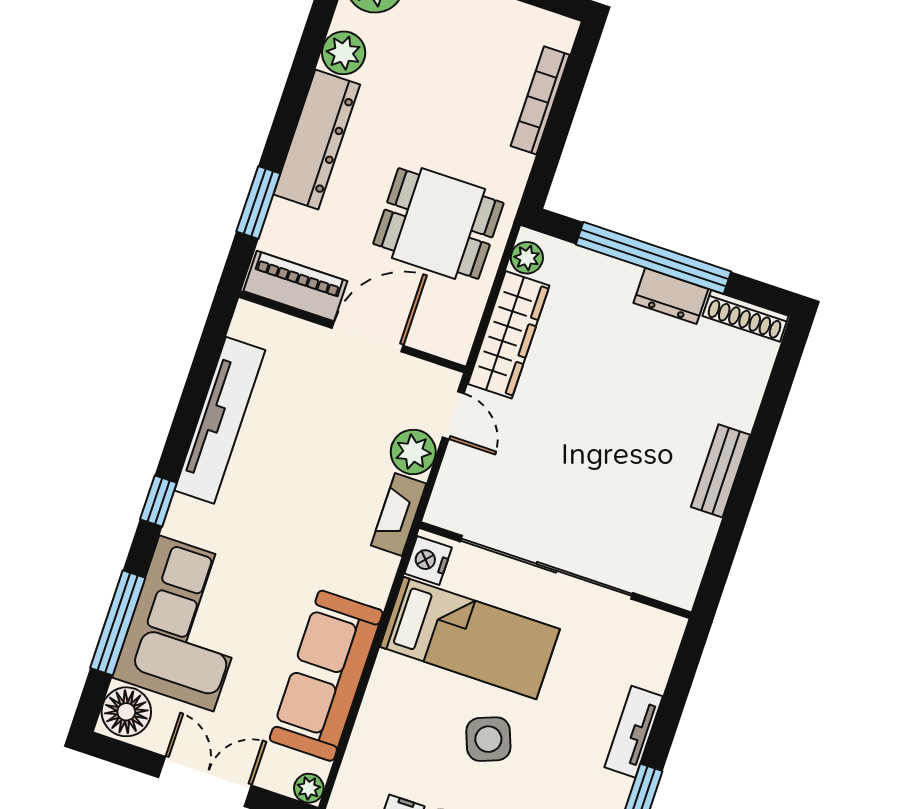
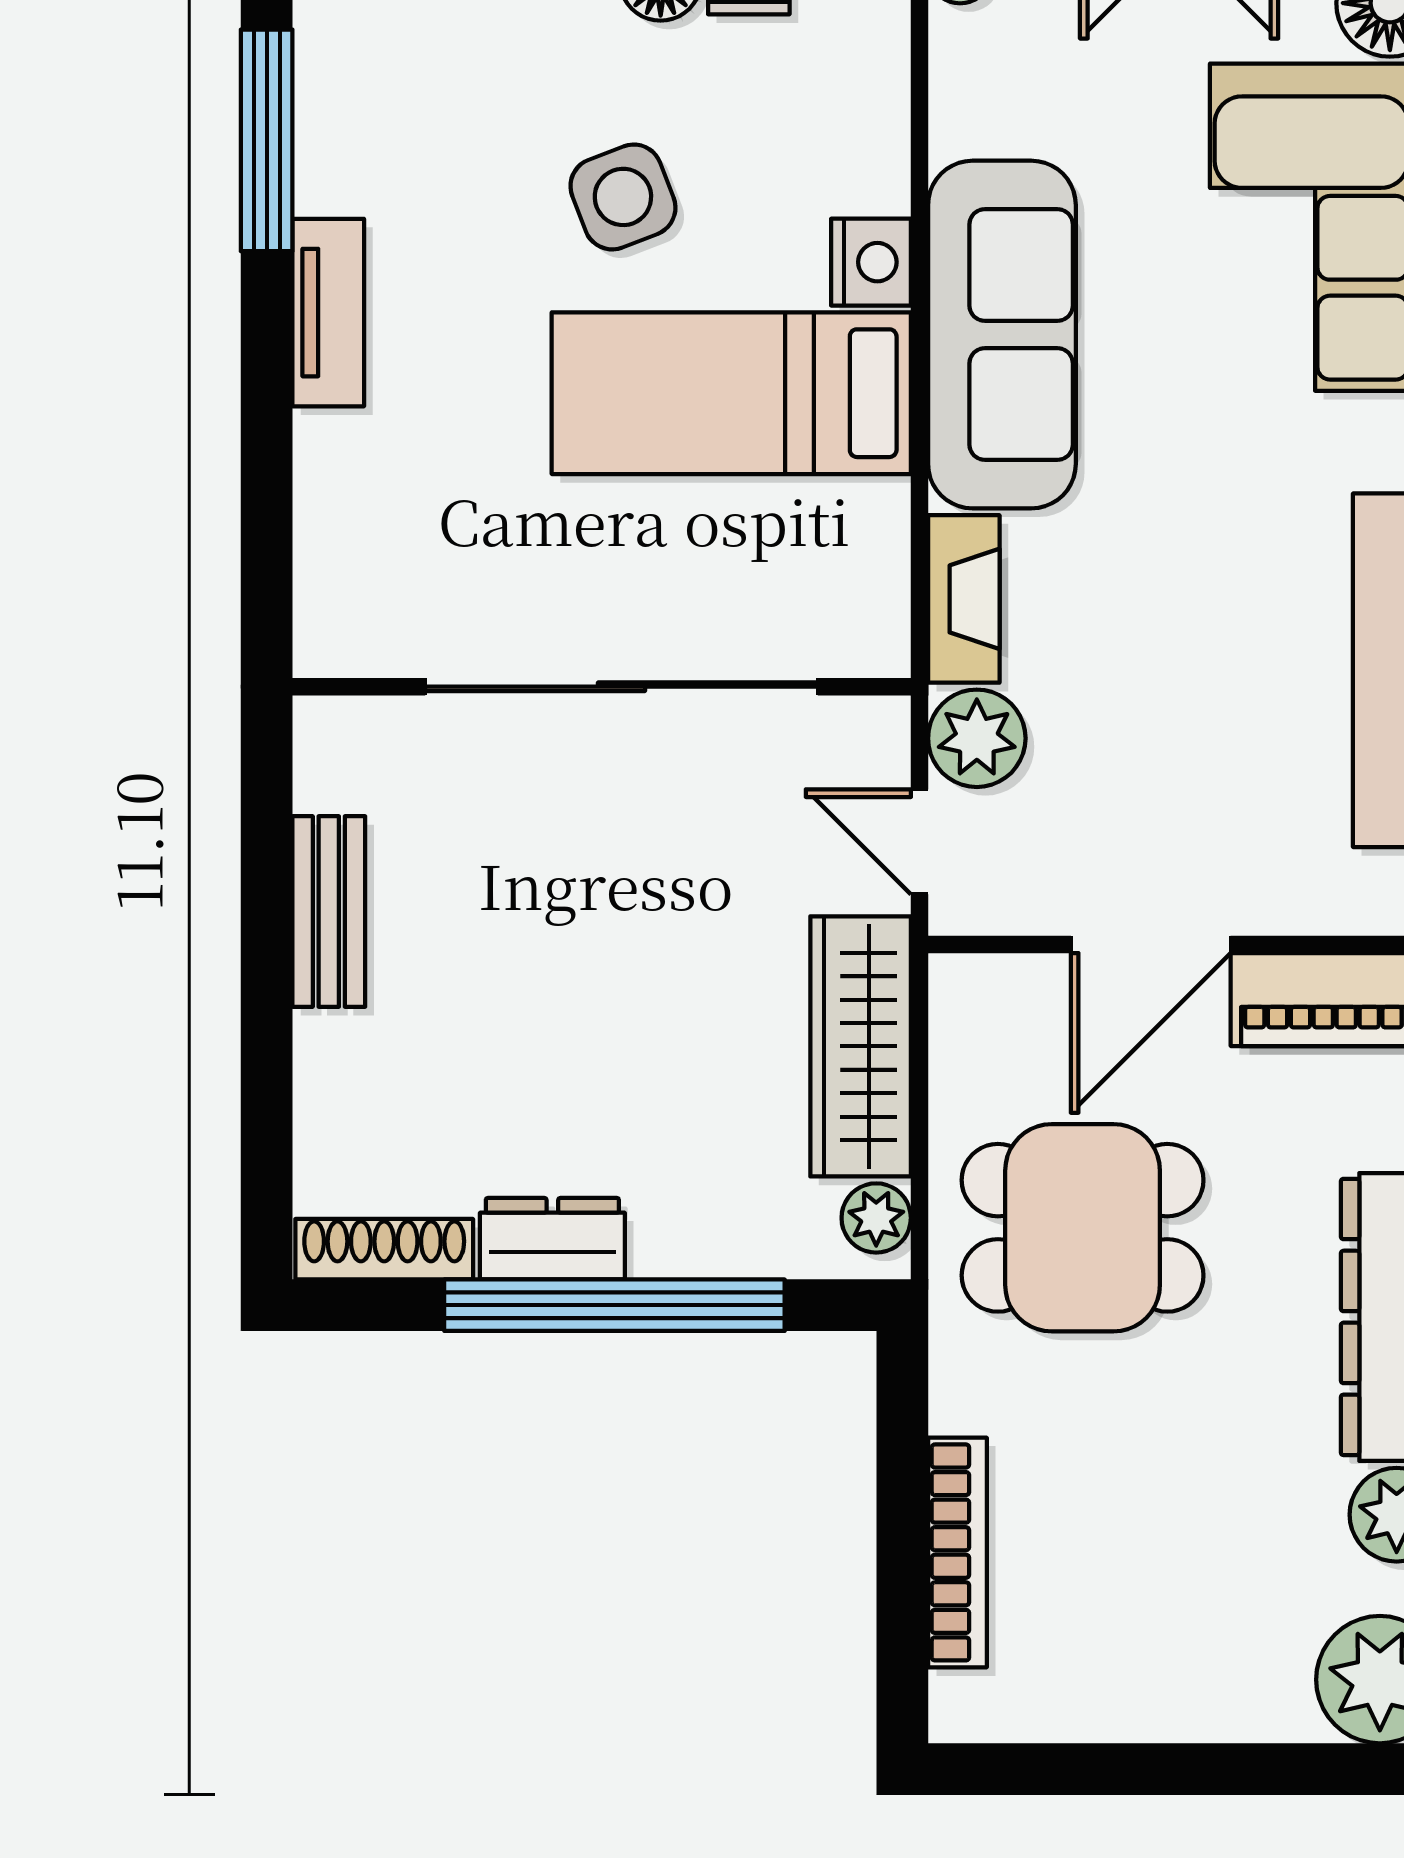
nightstand: (428, 561) -> (871, 262), moved
sliding door: (547, 567) -> (621, 687), moved
wall: (555, 570) -> (602, 687), moved
sofa: (326, 676) -> (1002, 335), moved

